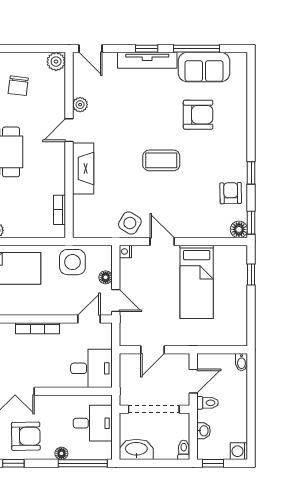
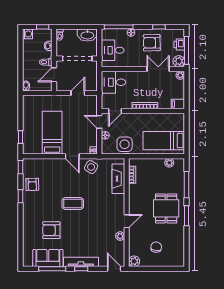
fireplace: (83, 168) -> (118, 179), moved
floor lamp: (239, 229) -> (27, 163), removed

